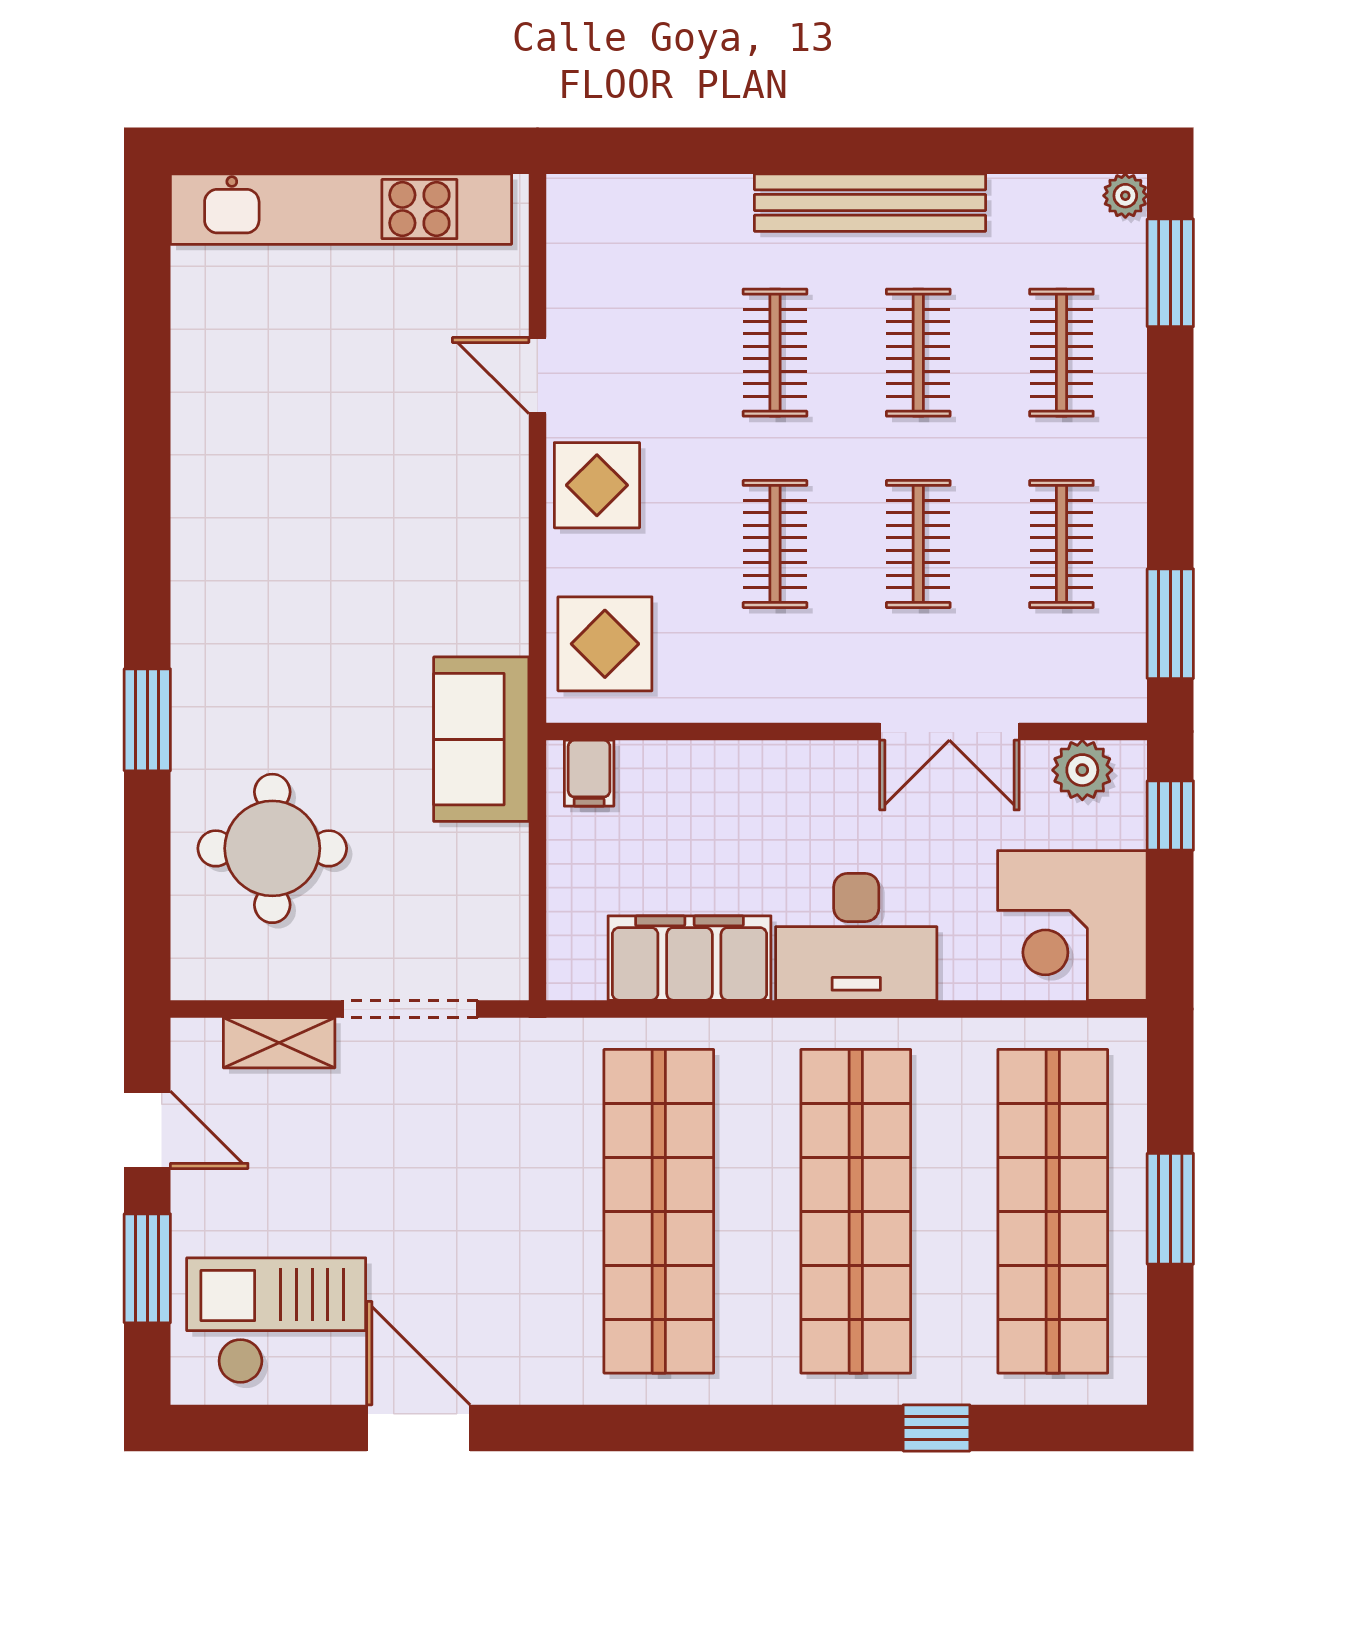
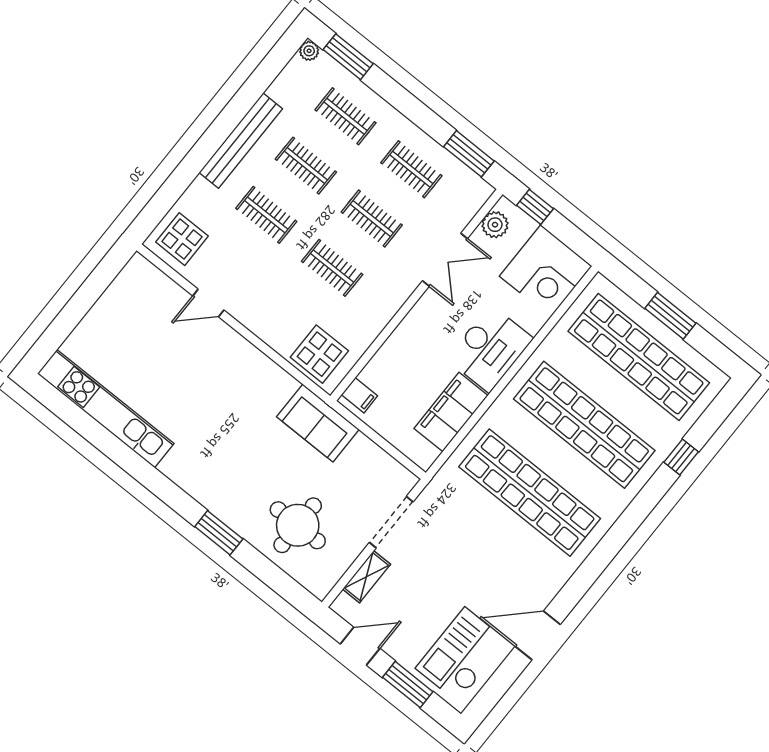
kitchen unit: (341, 209) -> (106, 409), moved, turned -90
display table: (597, 485) -> (182, 239), moved

